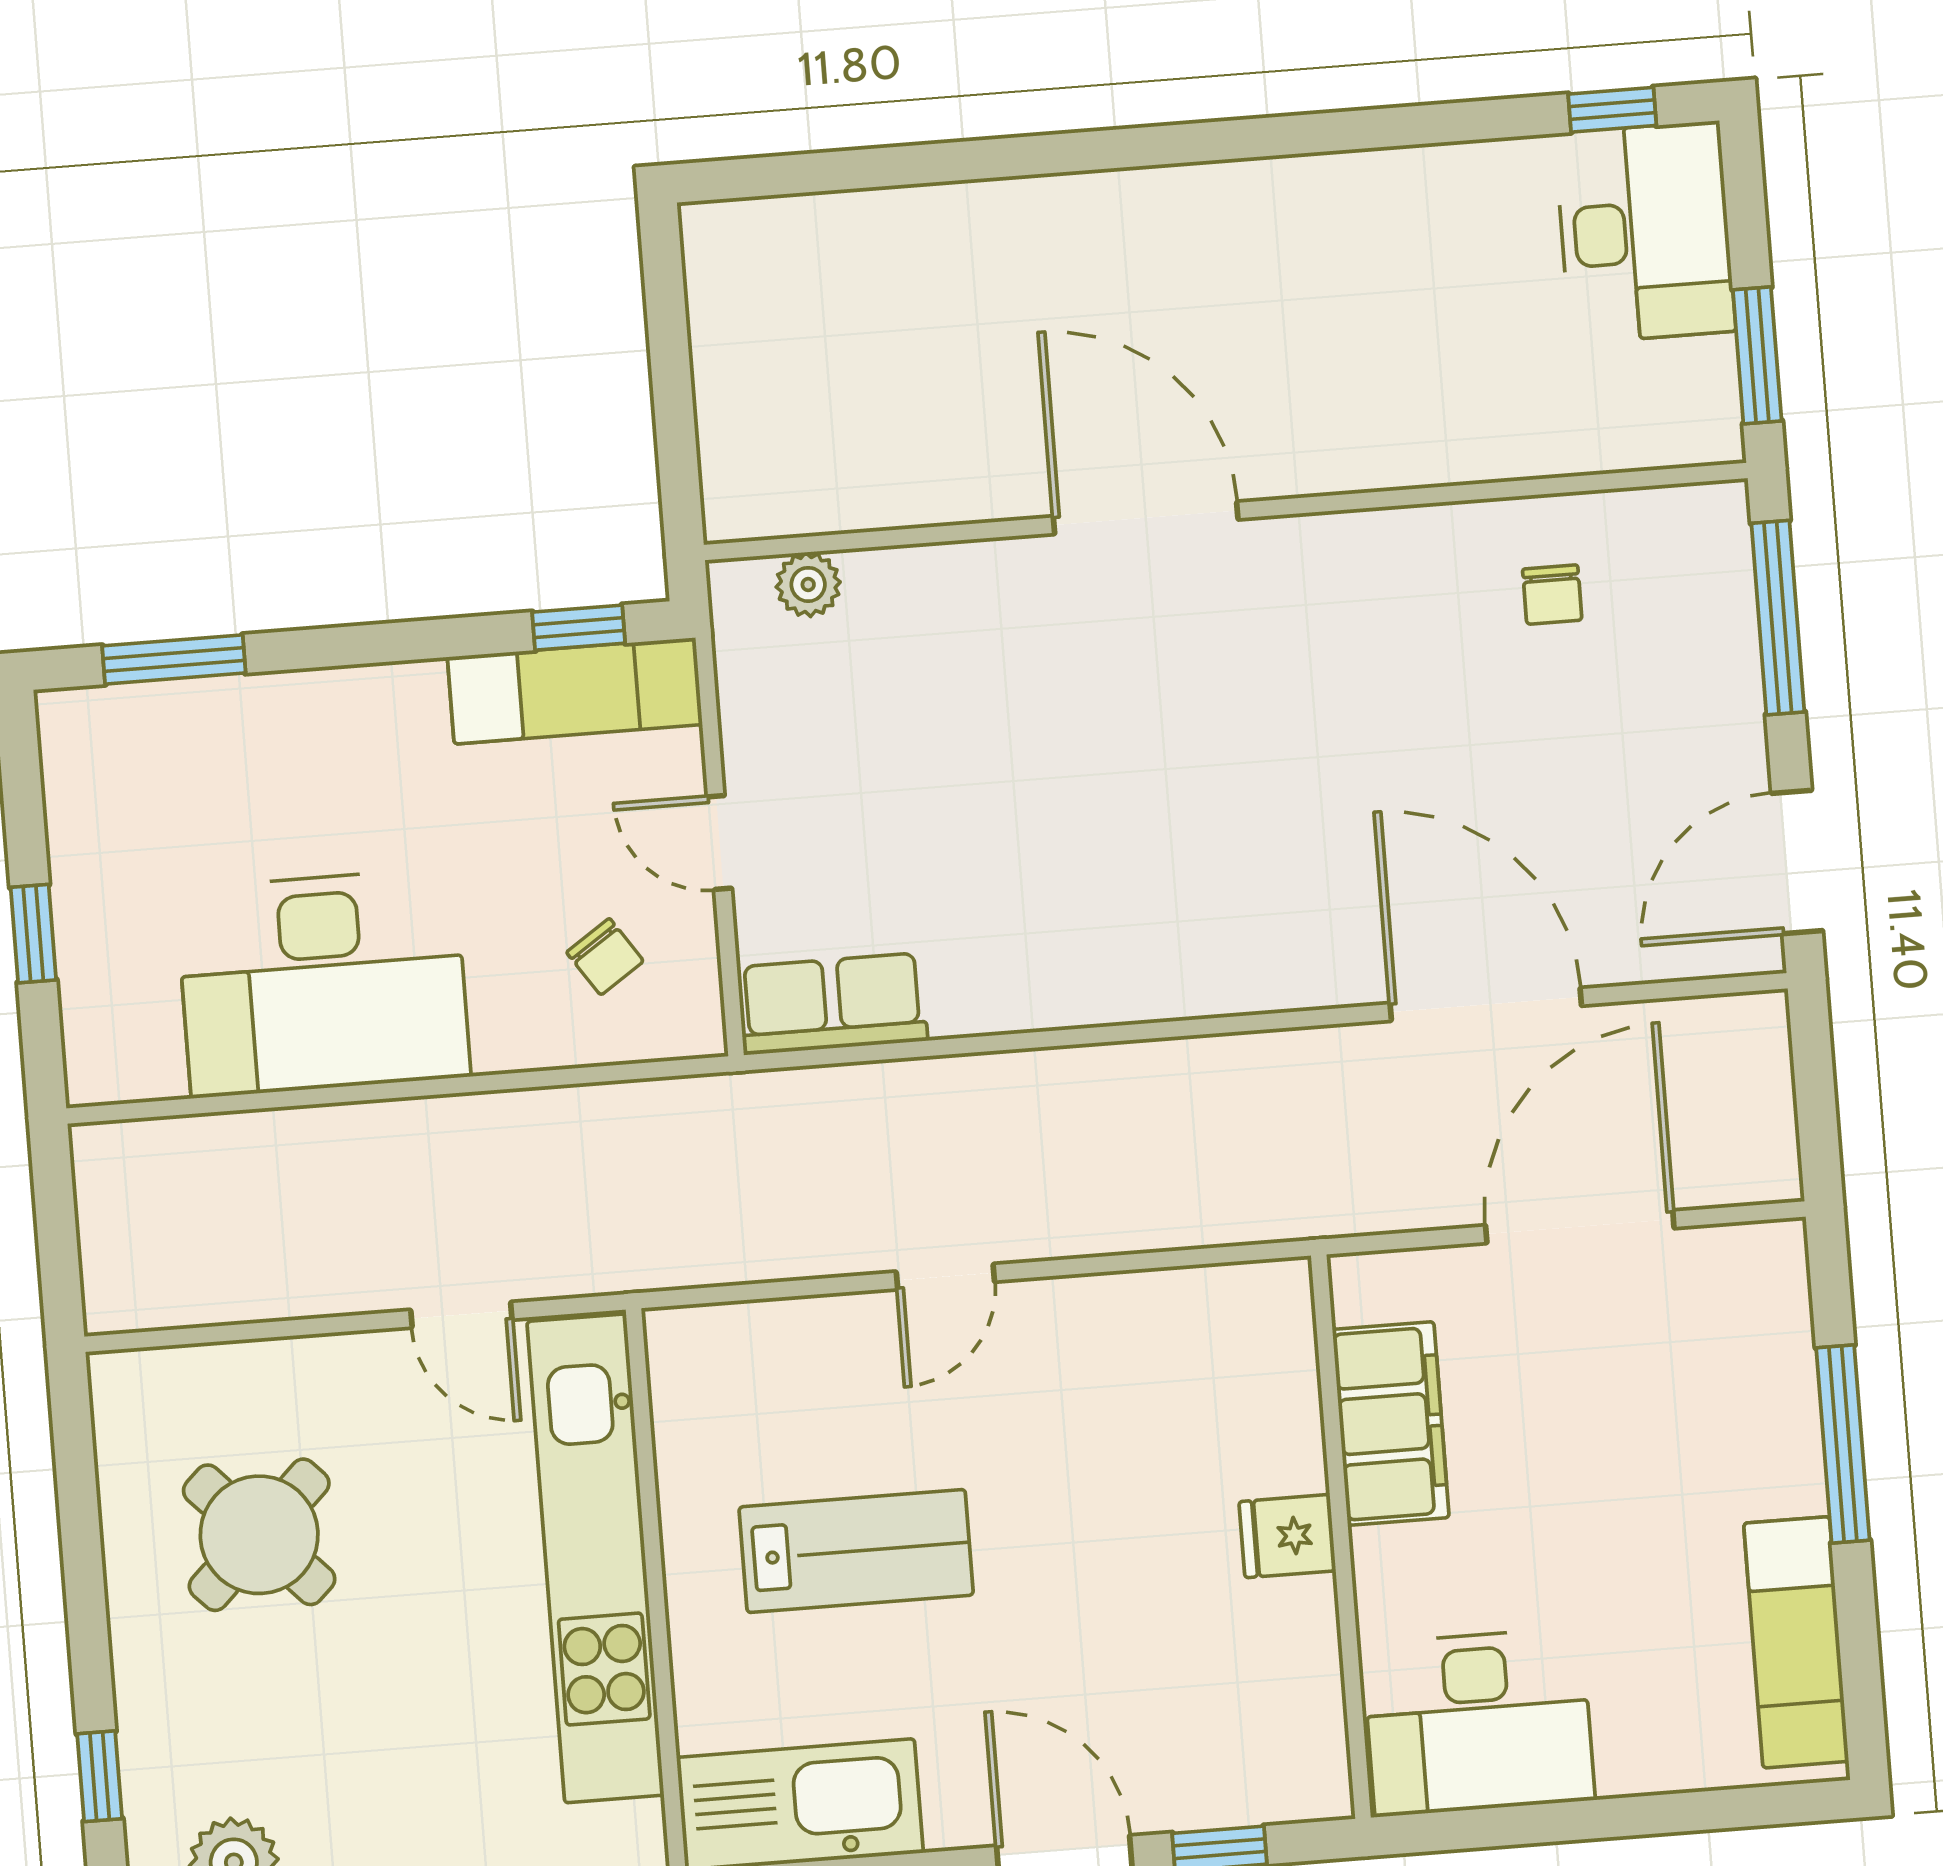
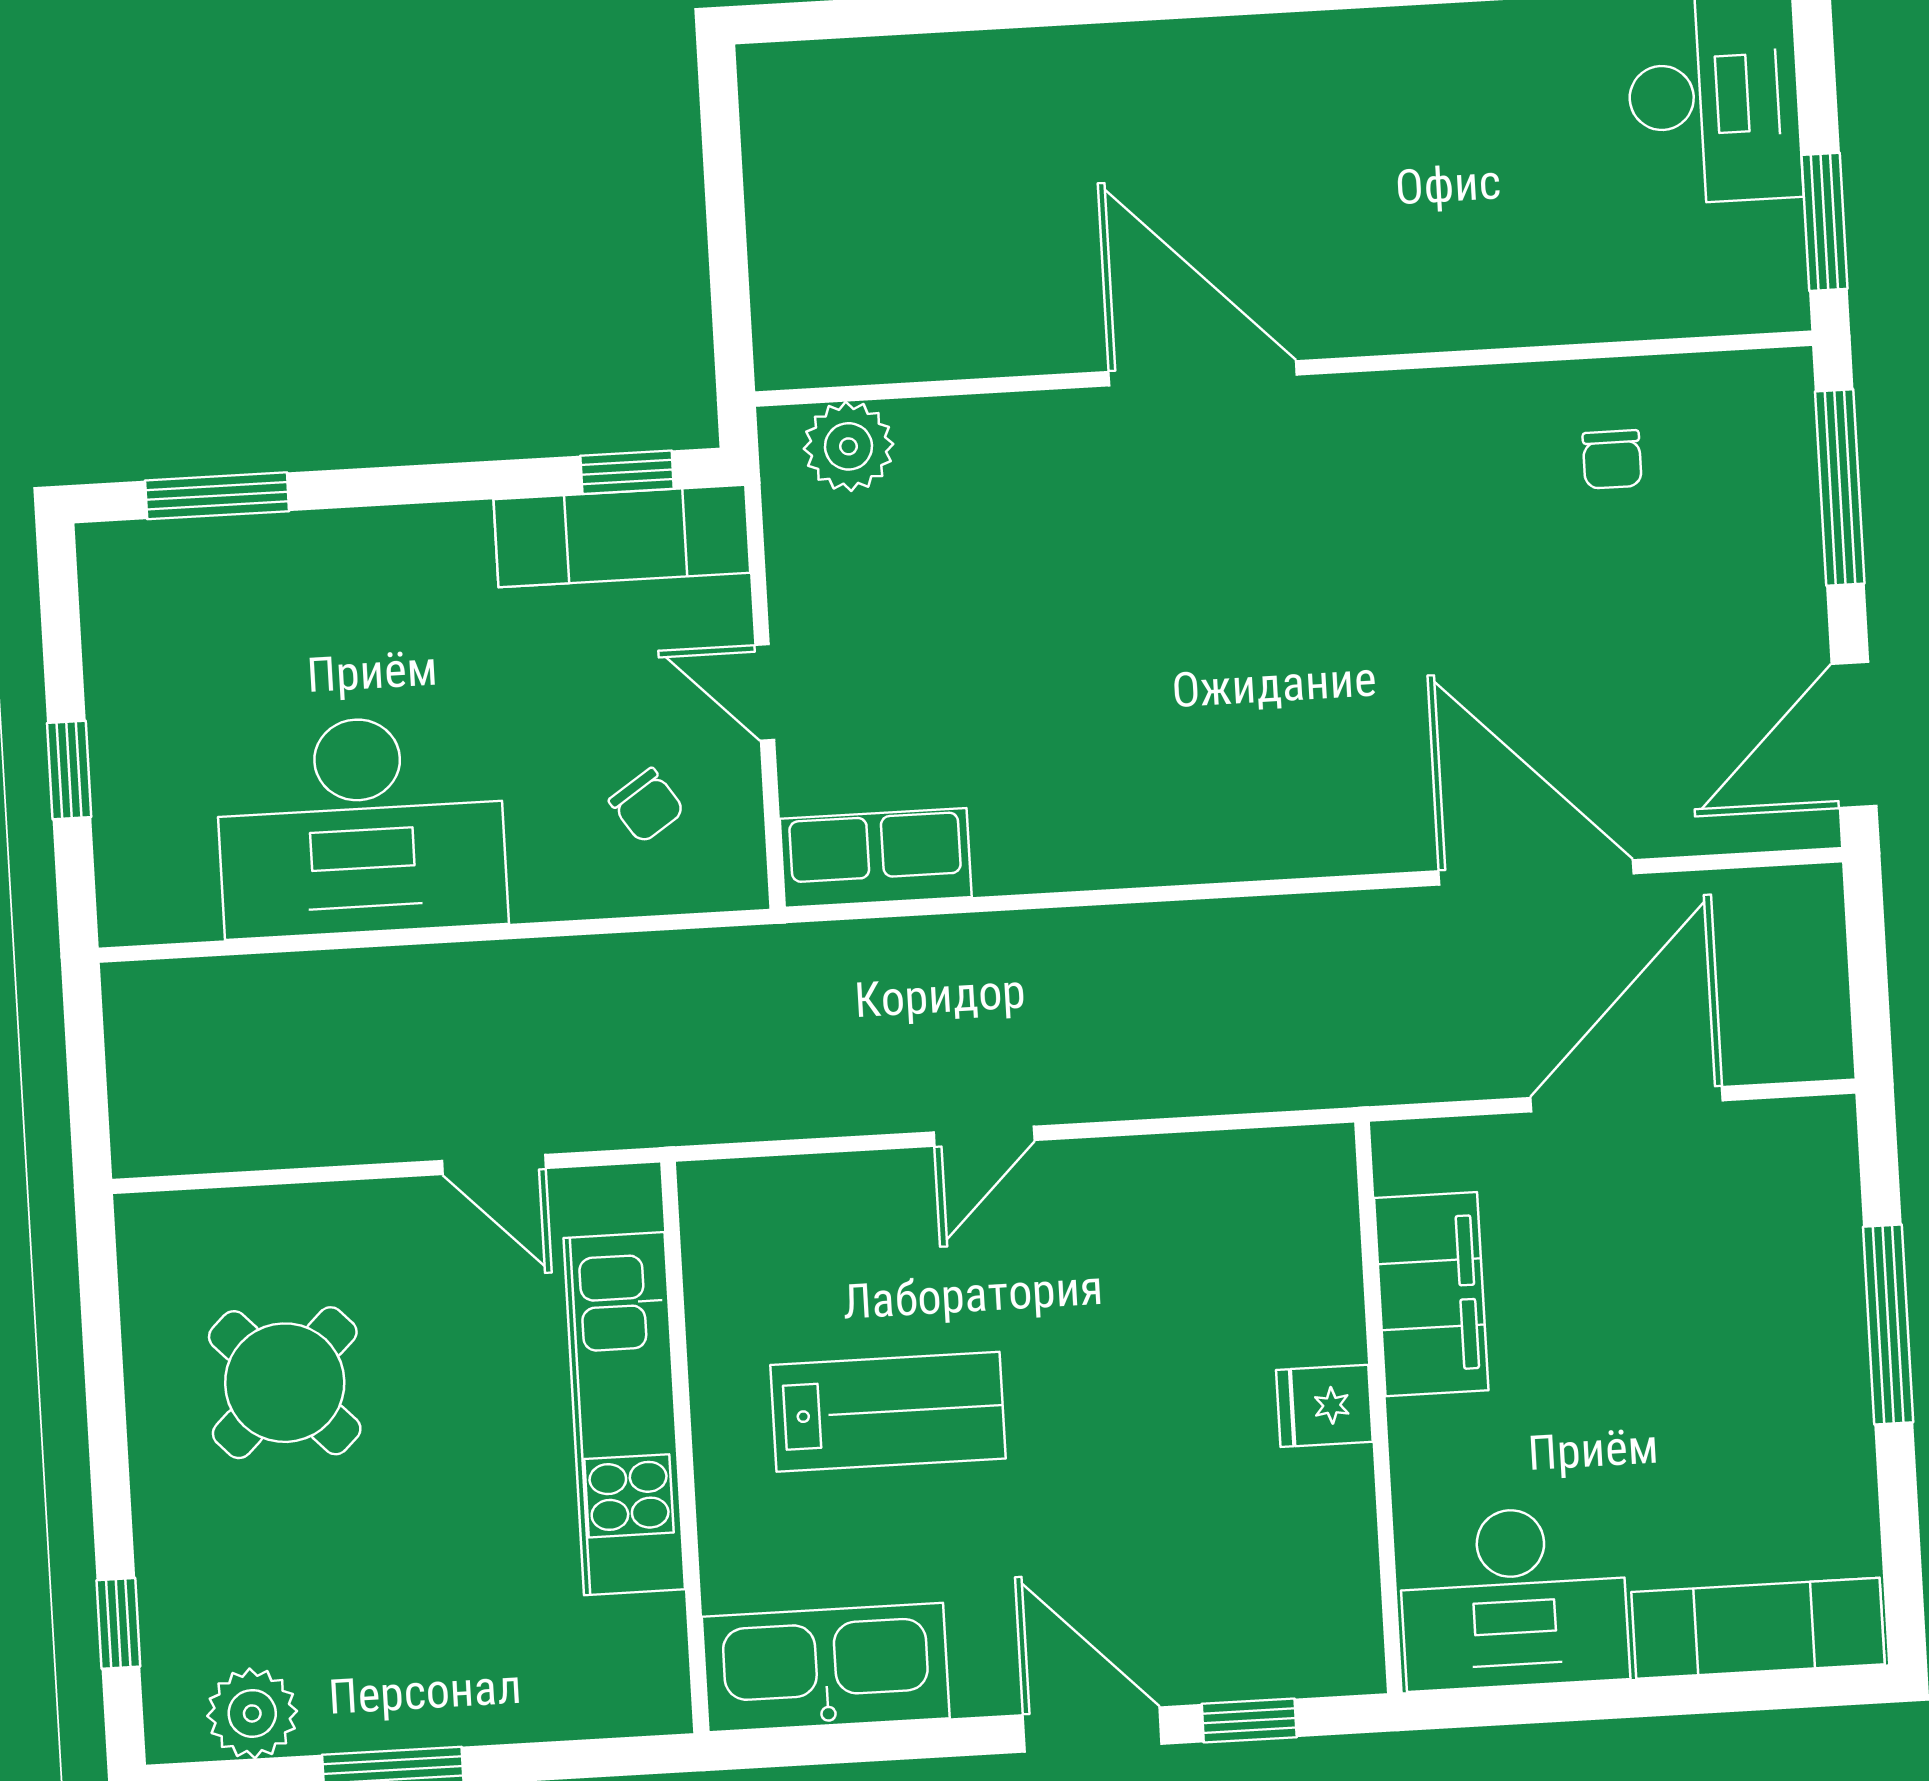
plant: (808, 584) -> (849, 446), width x1.38, depth x1.38
kitchen unit: (595, 1558) -> (624, 1414), width x0.73
exam couch: (1796, 1642) -> (1758, 1628), moved, turned 90

